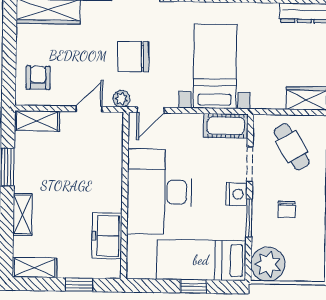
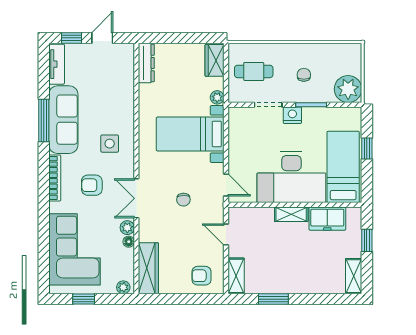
chair: (133, 57) -> (183, 200), width x0.54, depth x0.54
plant: (121, 99) -> (217, 97), moved
cot: (226, 126) -> (238, 125), removed
cafe table: (292, 147) -> (254, 71), turned 31
chair: (287, 209) -> (304, 75), turned -90
shelving: (23, 215) -> (291, 214), moved
bed: (201, 260) -> (343, 167), moved, turned 180

